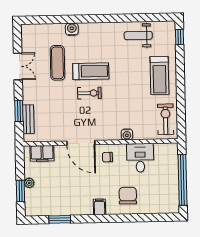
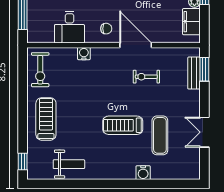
exercise bike: (89, 93) -> (146, 77), moved
window: (19, 111) -> (204, 69), moved
filing cabinet: (42, 153) -> (191, 22), moved, turned -90

